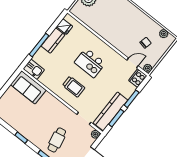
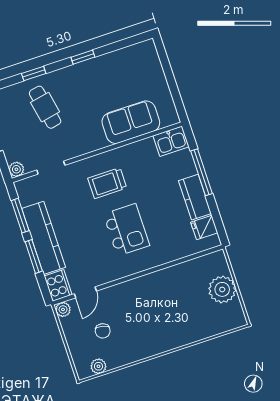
kitchen island: (90, 63) -> (127, 230), turned 90
sofa: (28, 87) -> (131, 122), moved
kitchen counter: (110, 111) -> (44, 238), moved

